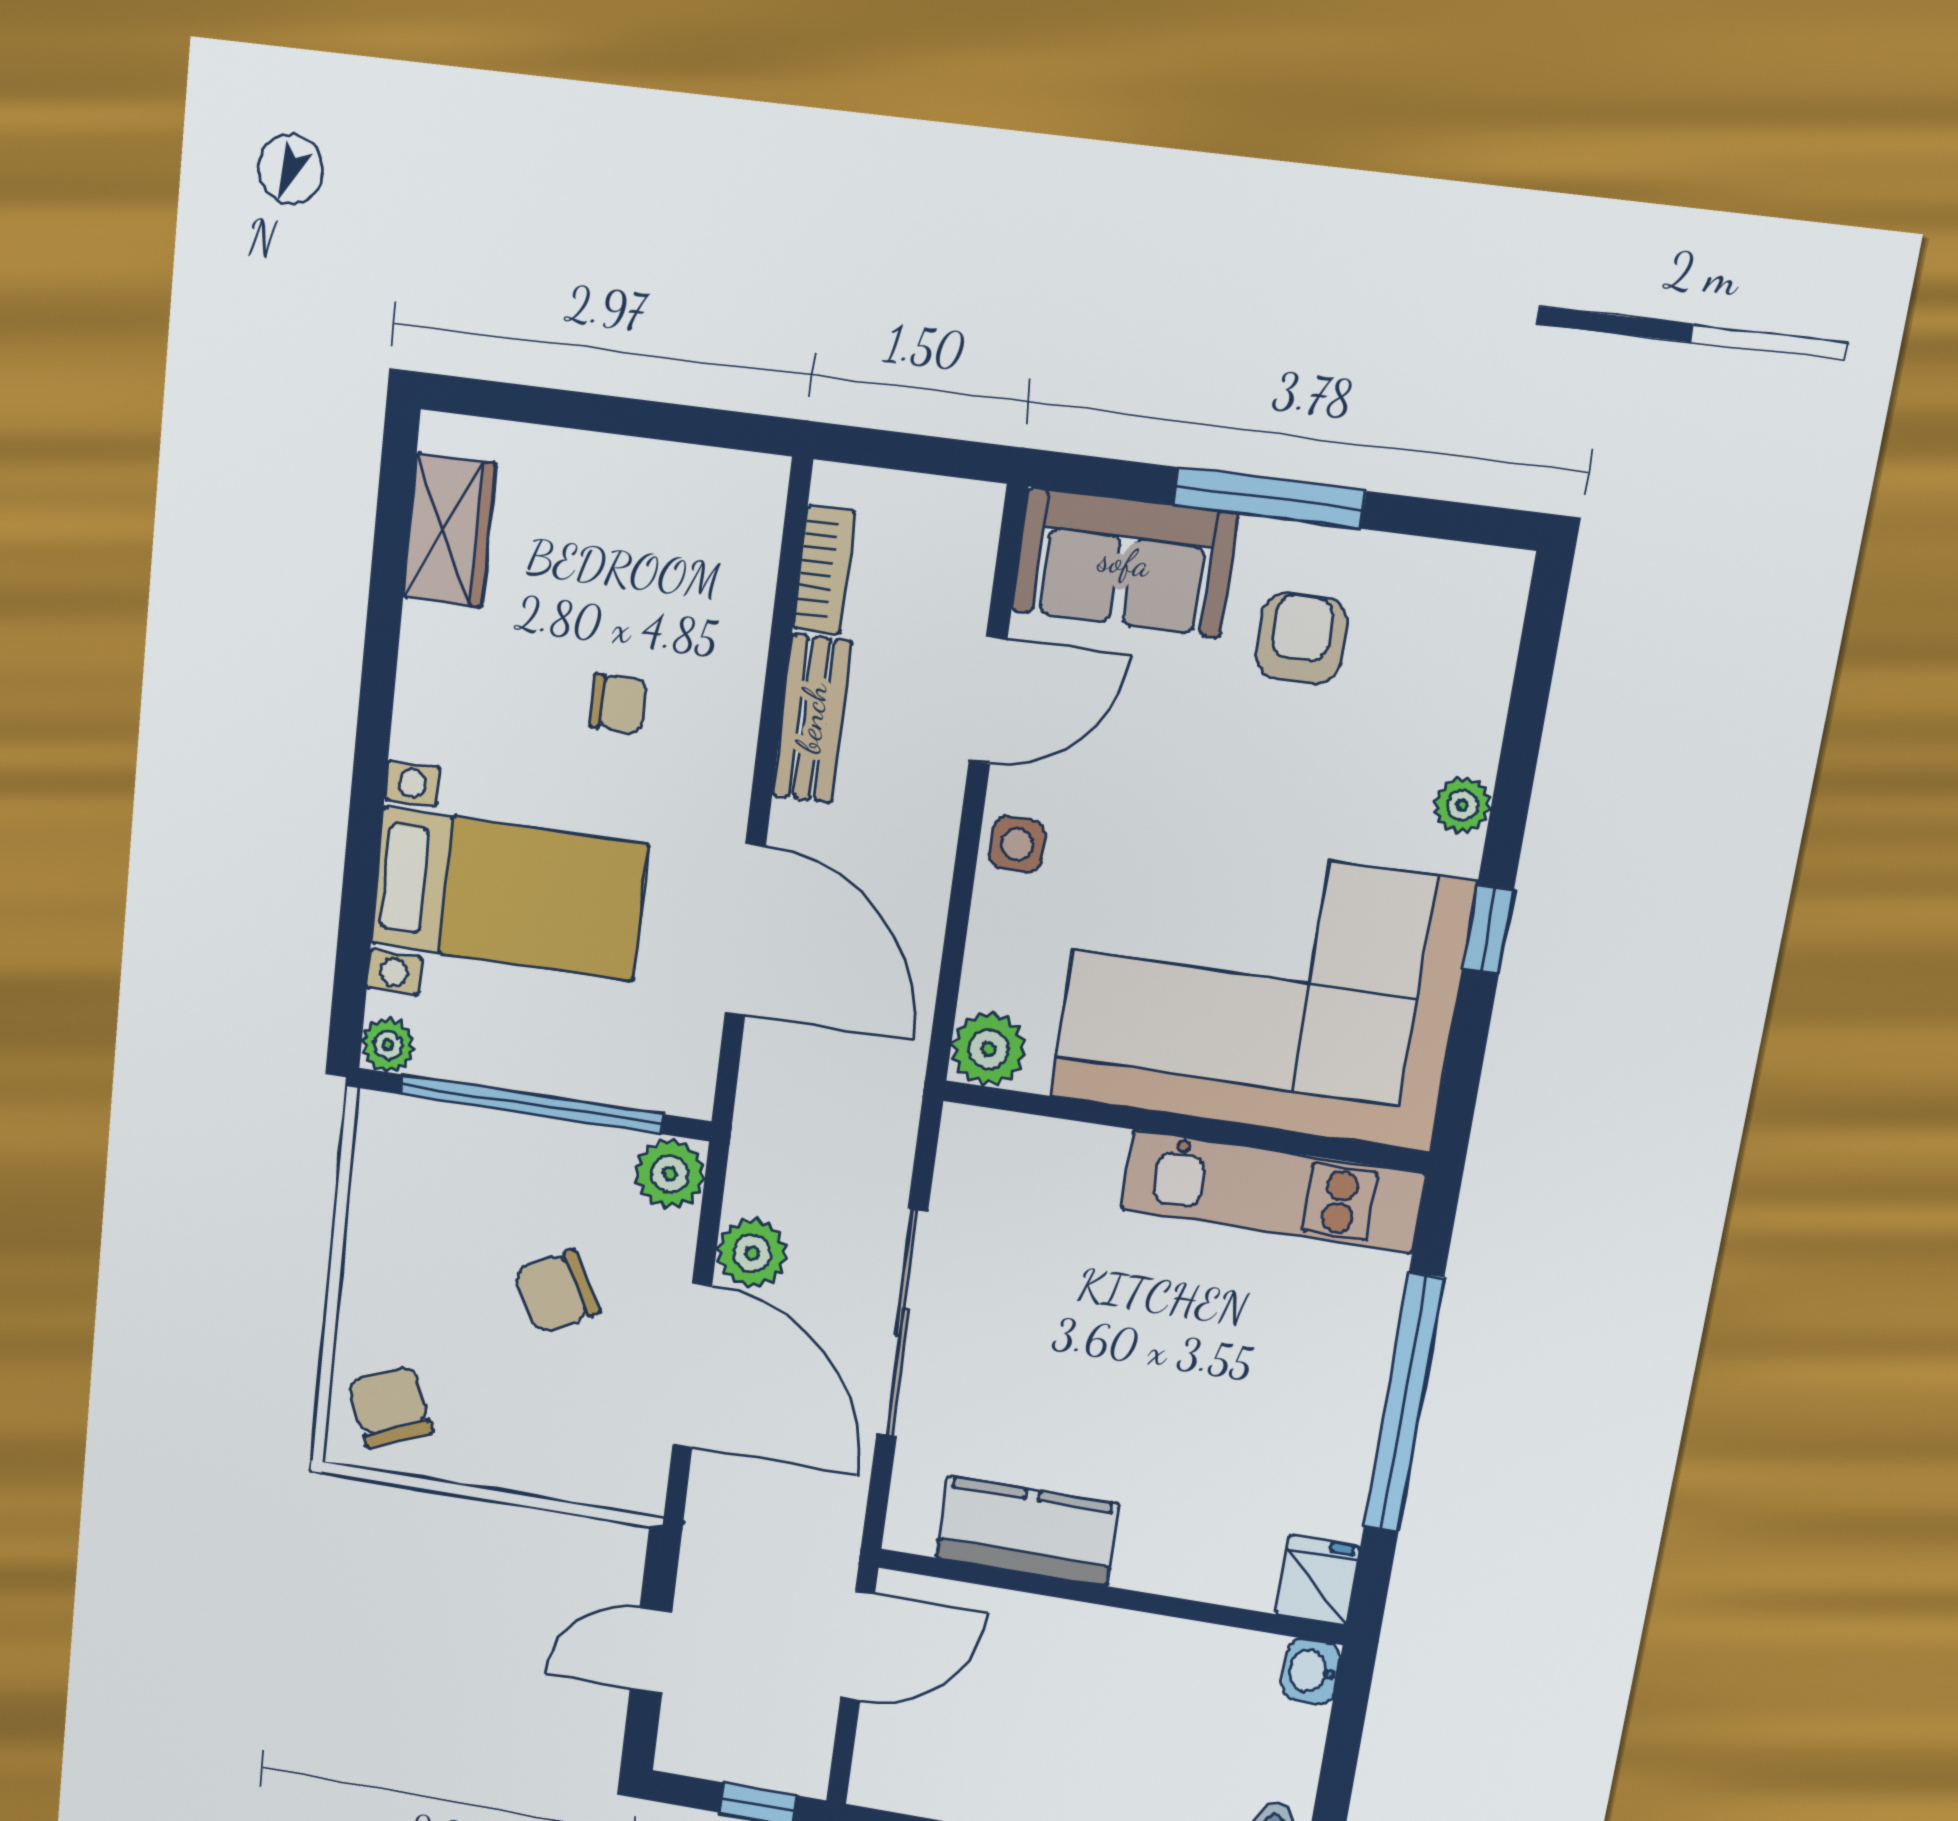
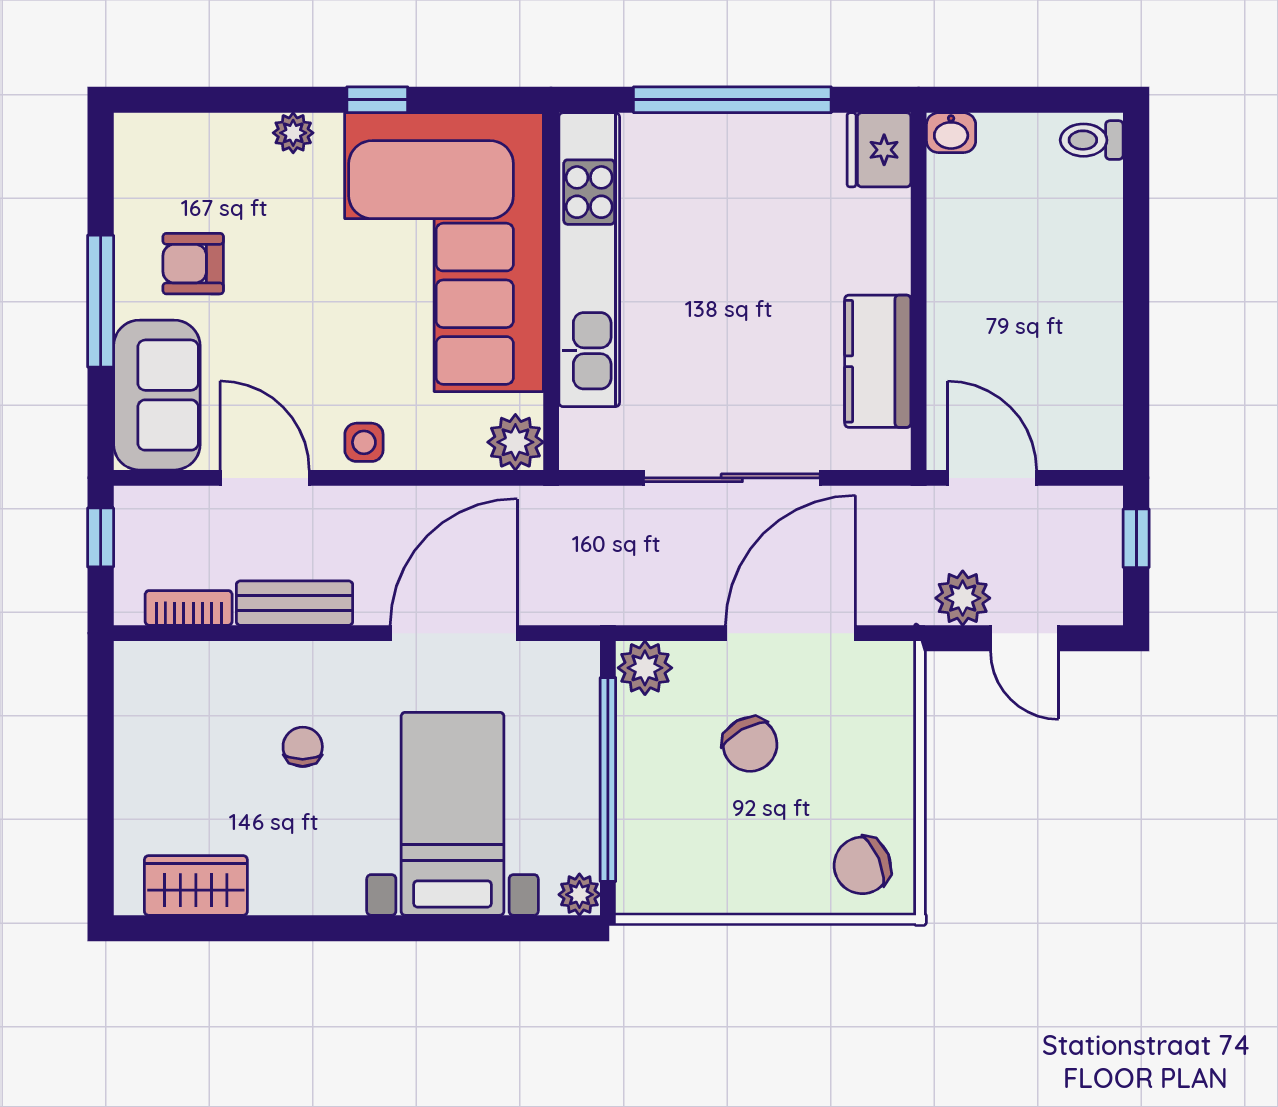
window: (937, 456) -> (101, 537), added
kitchen unit: (1272, 1191) -> (589, 260), width x1.36
plant: (752, 1253) -> (963, 598), moved
fridge: (1318, 1580) -> (879, 150), width x1.38

